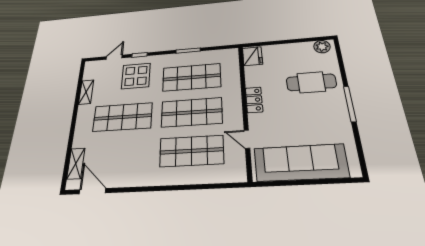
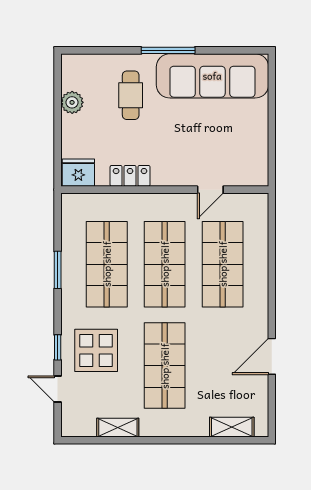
plant: (322, 47) -> (72, 102), moved
cafe table: (311, 82) -> (131, 95), width x0.73, depth x0.74
locker: (254, 100) -> (130, 176), moved
sofa: (300, 163) -> (212, 76), moved, turned -90
door: (93, 191) -> (272, 356), moved

